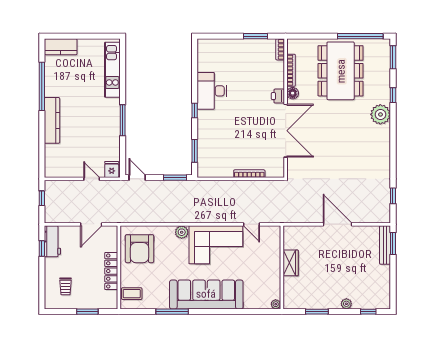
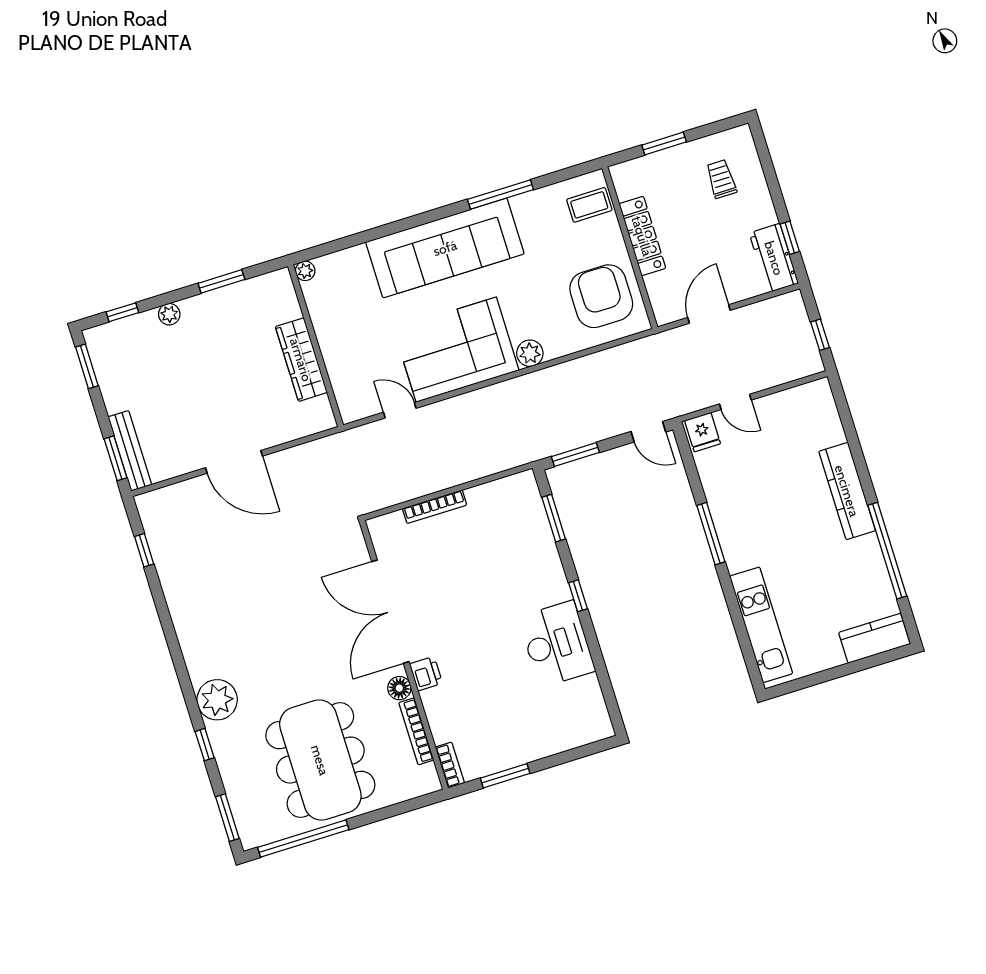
wardrobe: (291, 263) -> (301, 360), width x1.50
window: (393, 291) -> (87, 366), added

